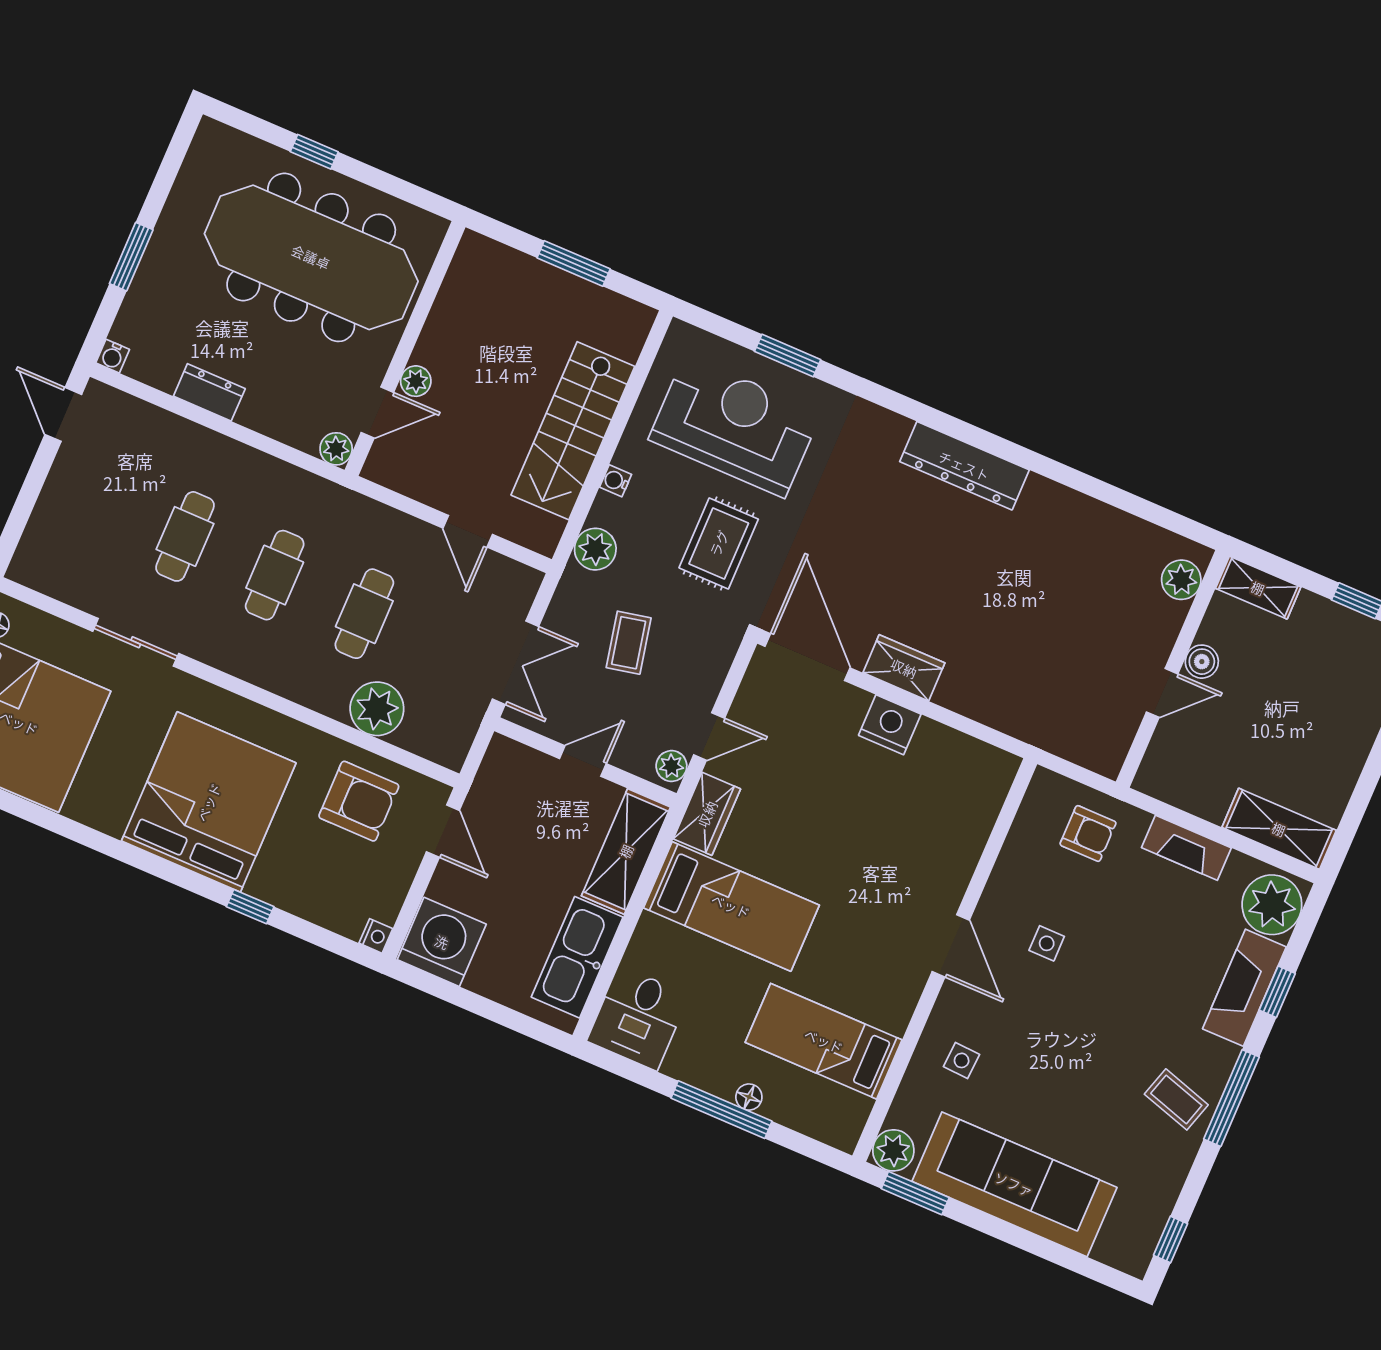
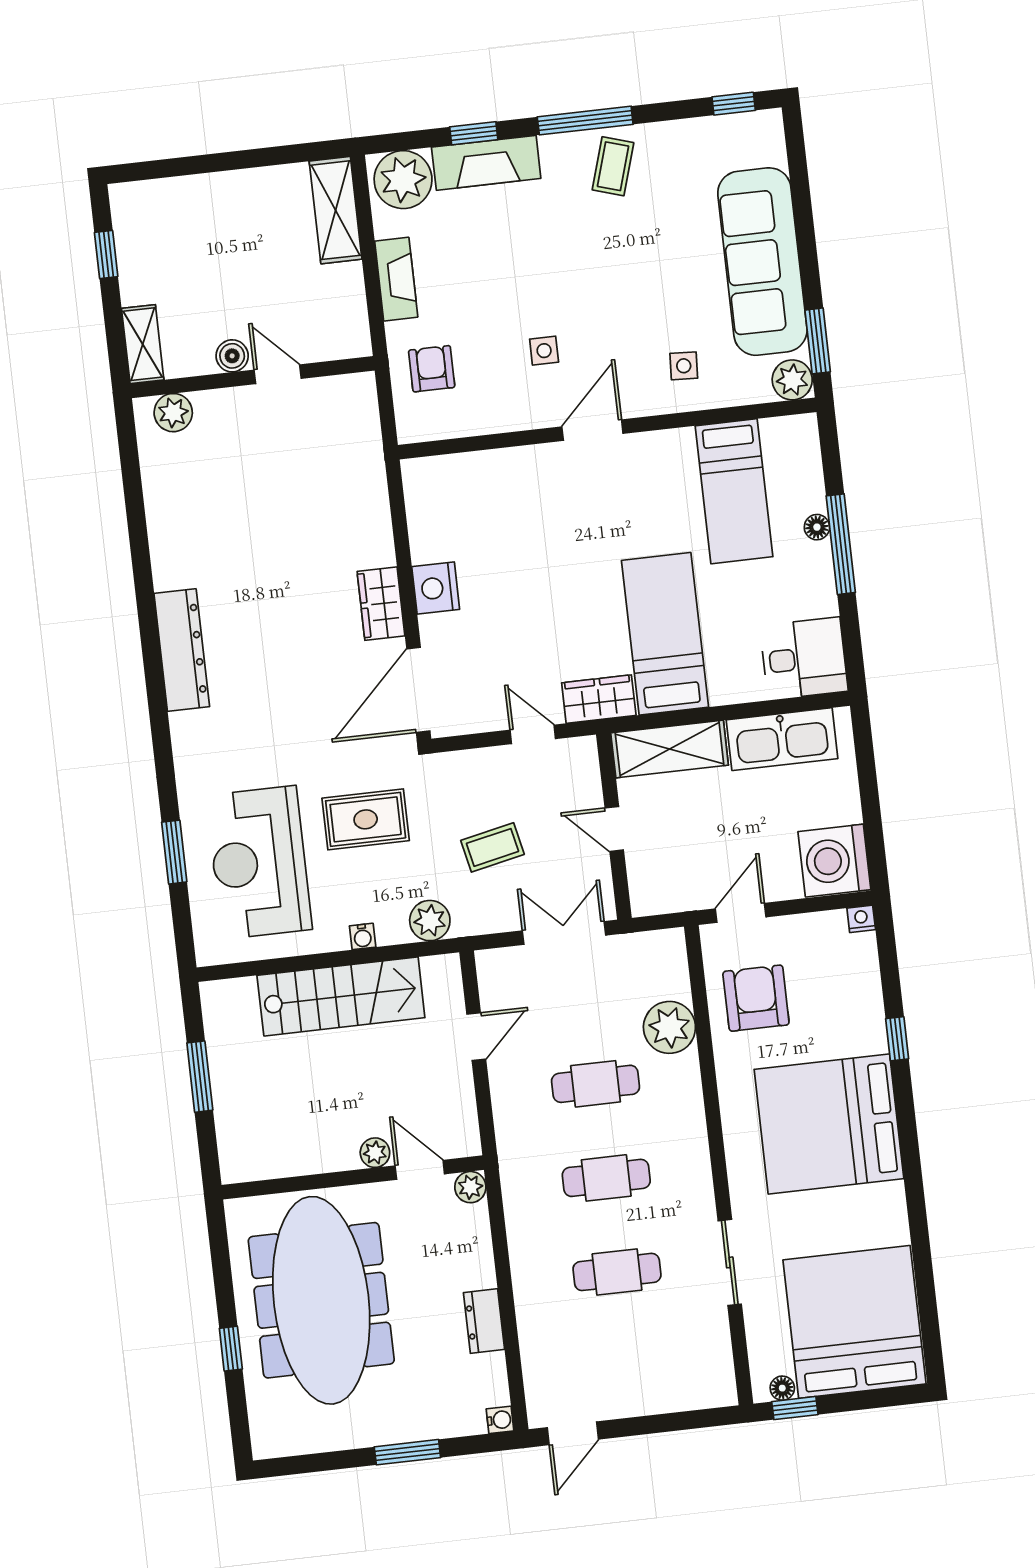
plant: (671, 766) -> (576, 752), removed

